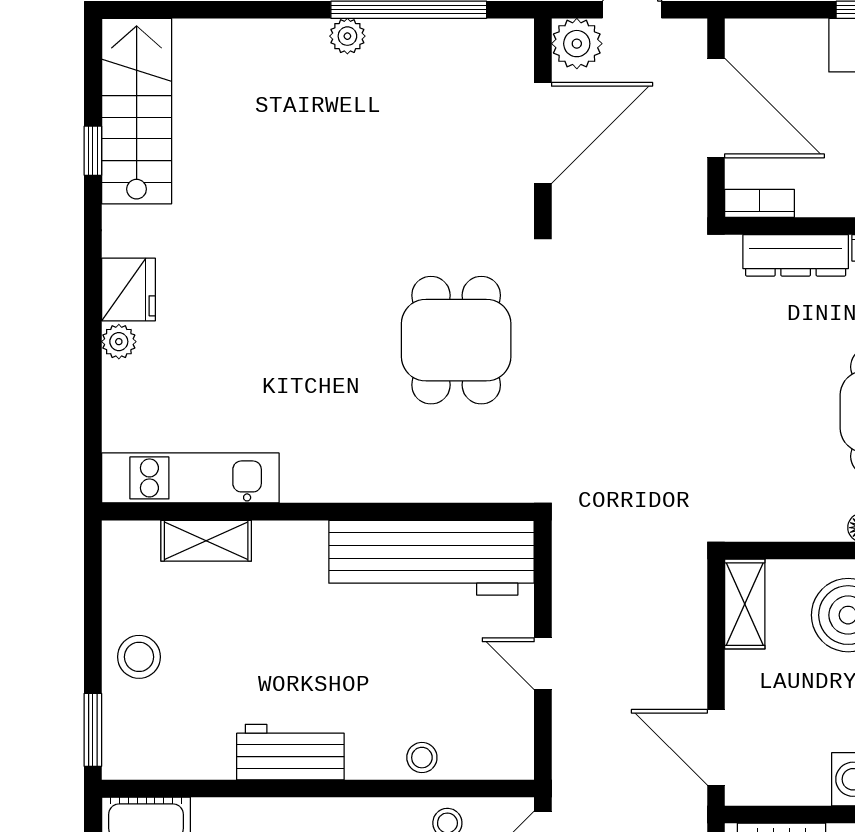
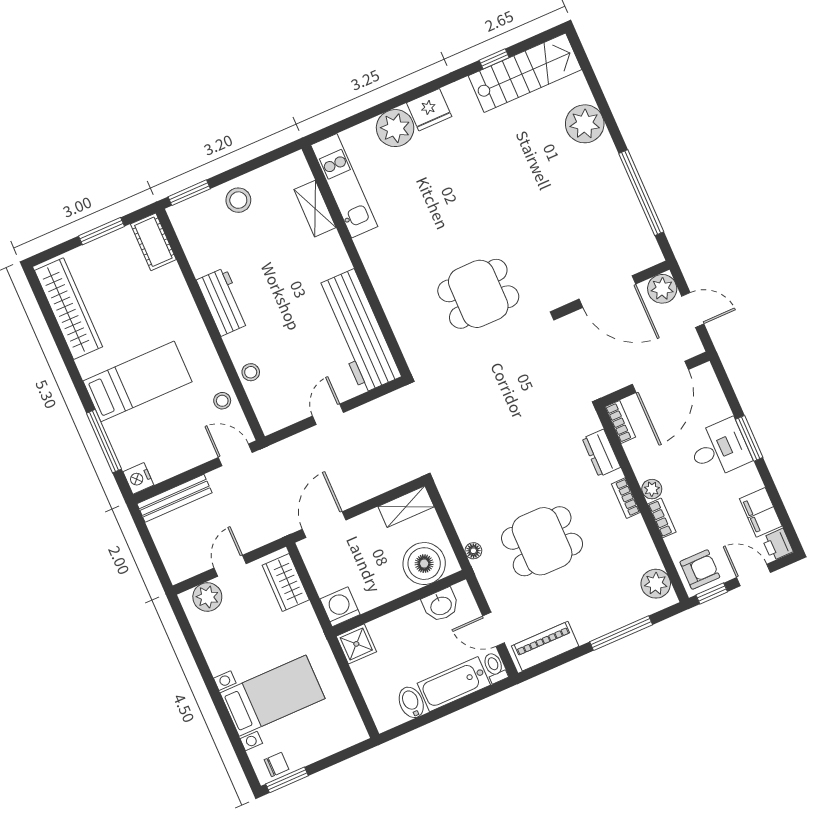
plant: (347, 36) -> (585, 124), moved, width x1.88, depth x1.88
dresser: (796, 255) -> (601, 453), width x0.70
plant: (119, 342) -> (395, 128), width x1.88, depth x1.88

